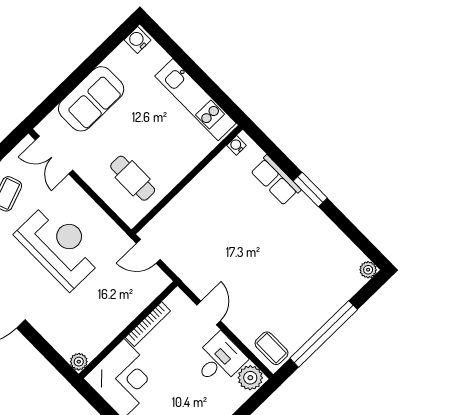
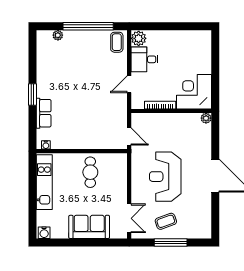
cafe table: (133, 178) -> (90, 172), moved
plant: (368, 270) -> (58, 35), moved

